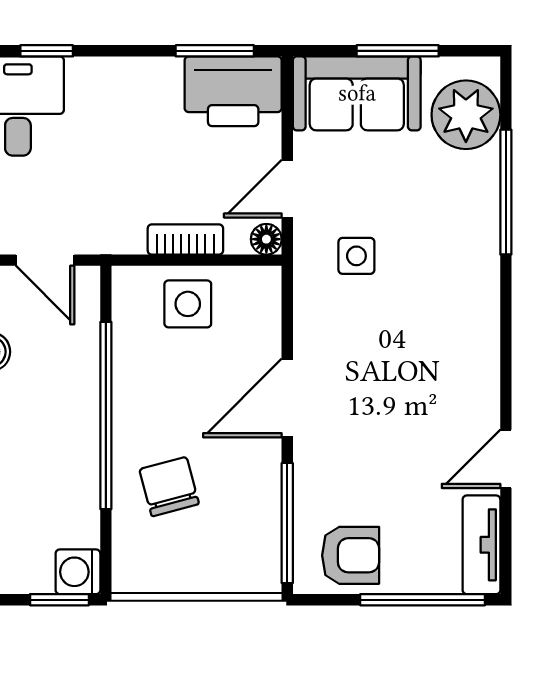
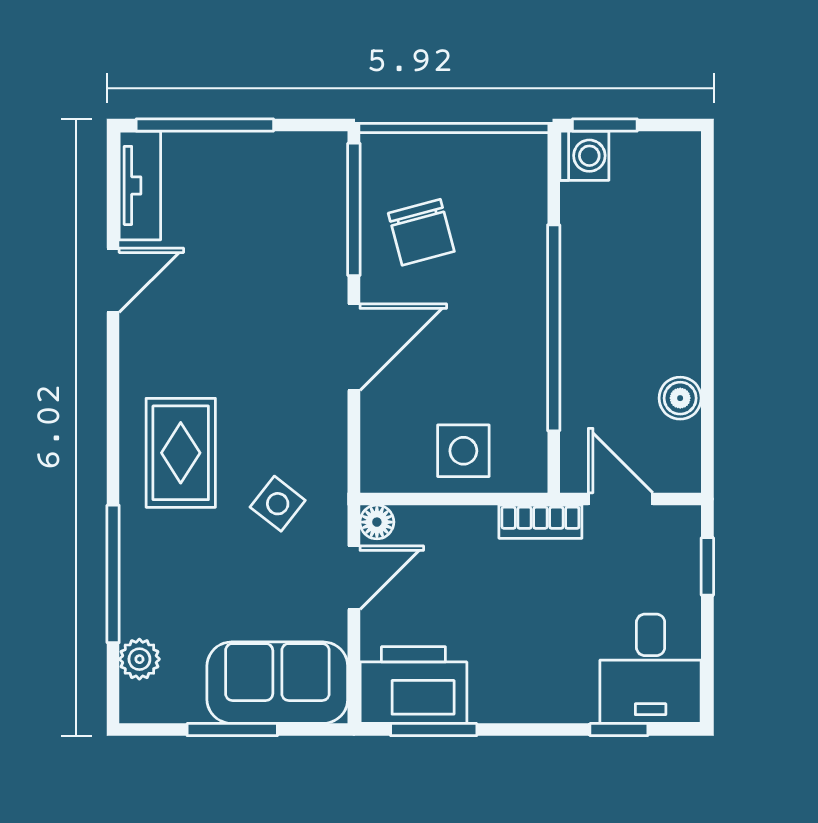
plant: (466, 115) -> (139, 659), width x0.53, depth x0.53
bookcase: (185, 239) -> (540, 522), moved
side table: (356, 256) -> (278, 504), turned 38
rug: (444, 302) -> (181, 453), added
chair: (169, 487) -> (421, 232), moved
armchair: (351, 555) -> (284, 174), removed

